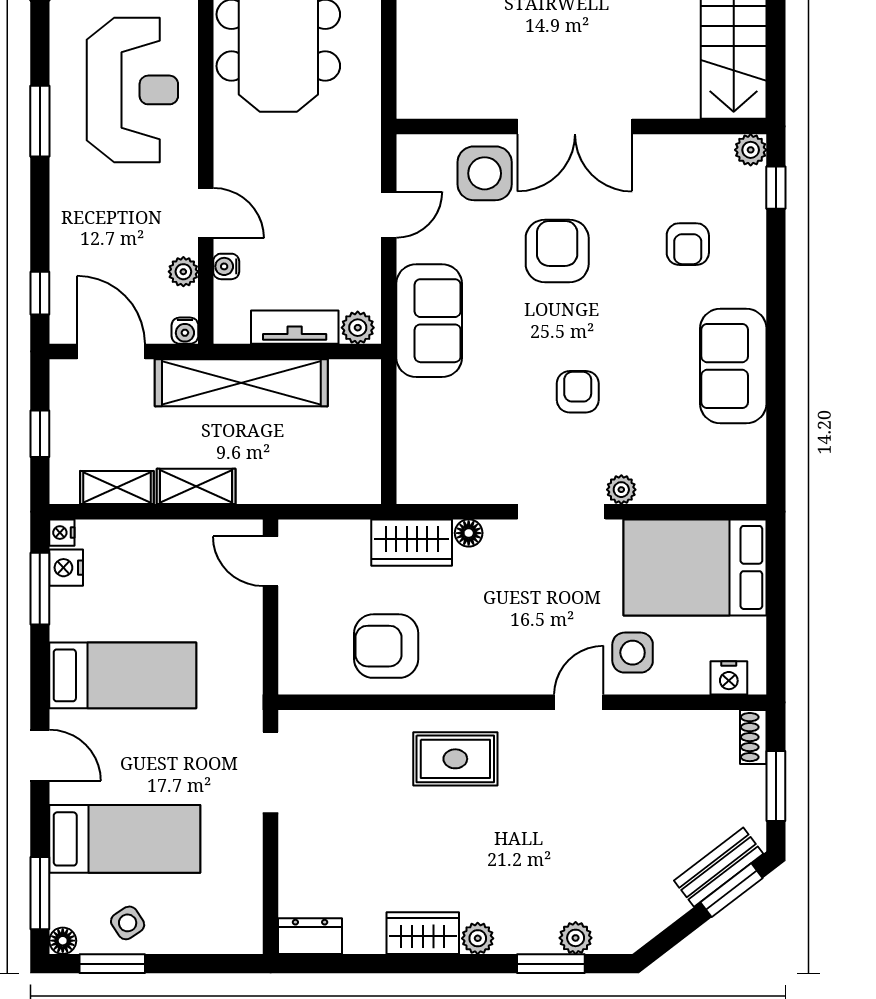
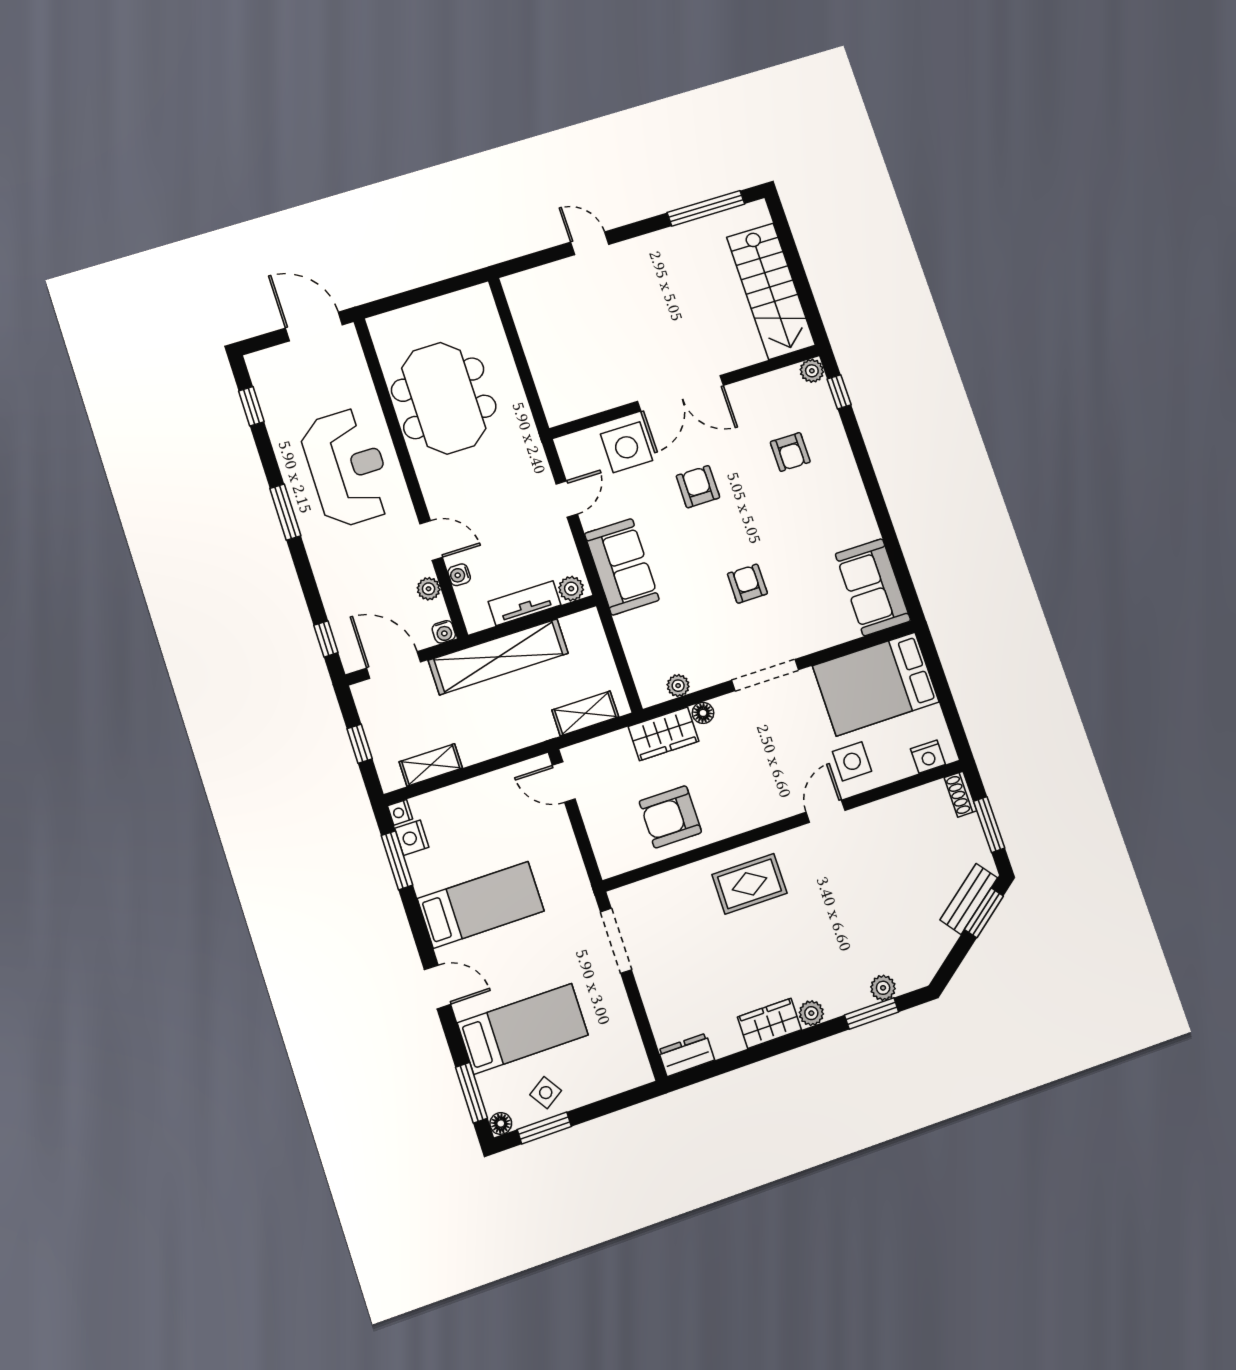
armchair: (557, 251) -> (698, 487), width x0.72, depth x0.72
sofa: (733, 366) -> (873, 587), moved
shelving: (196, 486) -> (585, 713), moved
plant: (621, 490) -> (678, 686), moved

